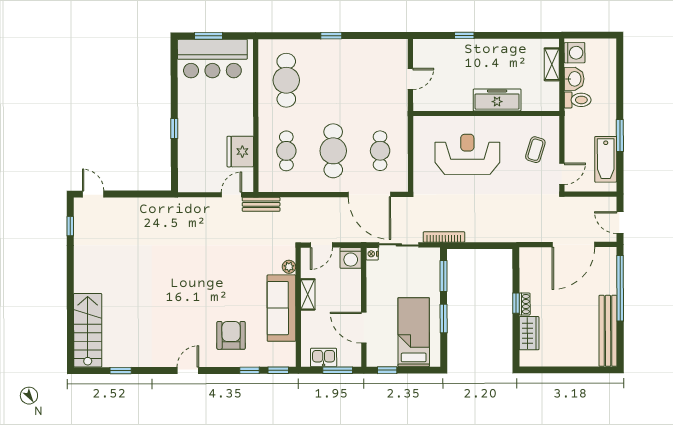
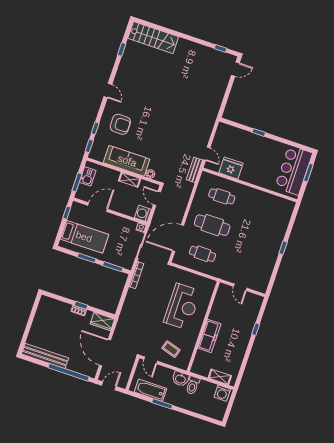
washbasin: (574, 79) -> (180, 379), moved
cafe table: (286, 80) -> (265, 211), removed
wardrobe: (529, 333) -> (102, 321), moved

